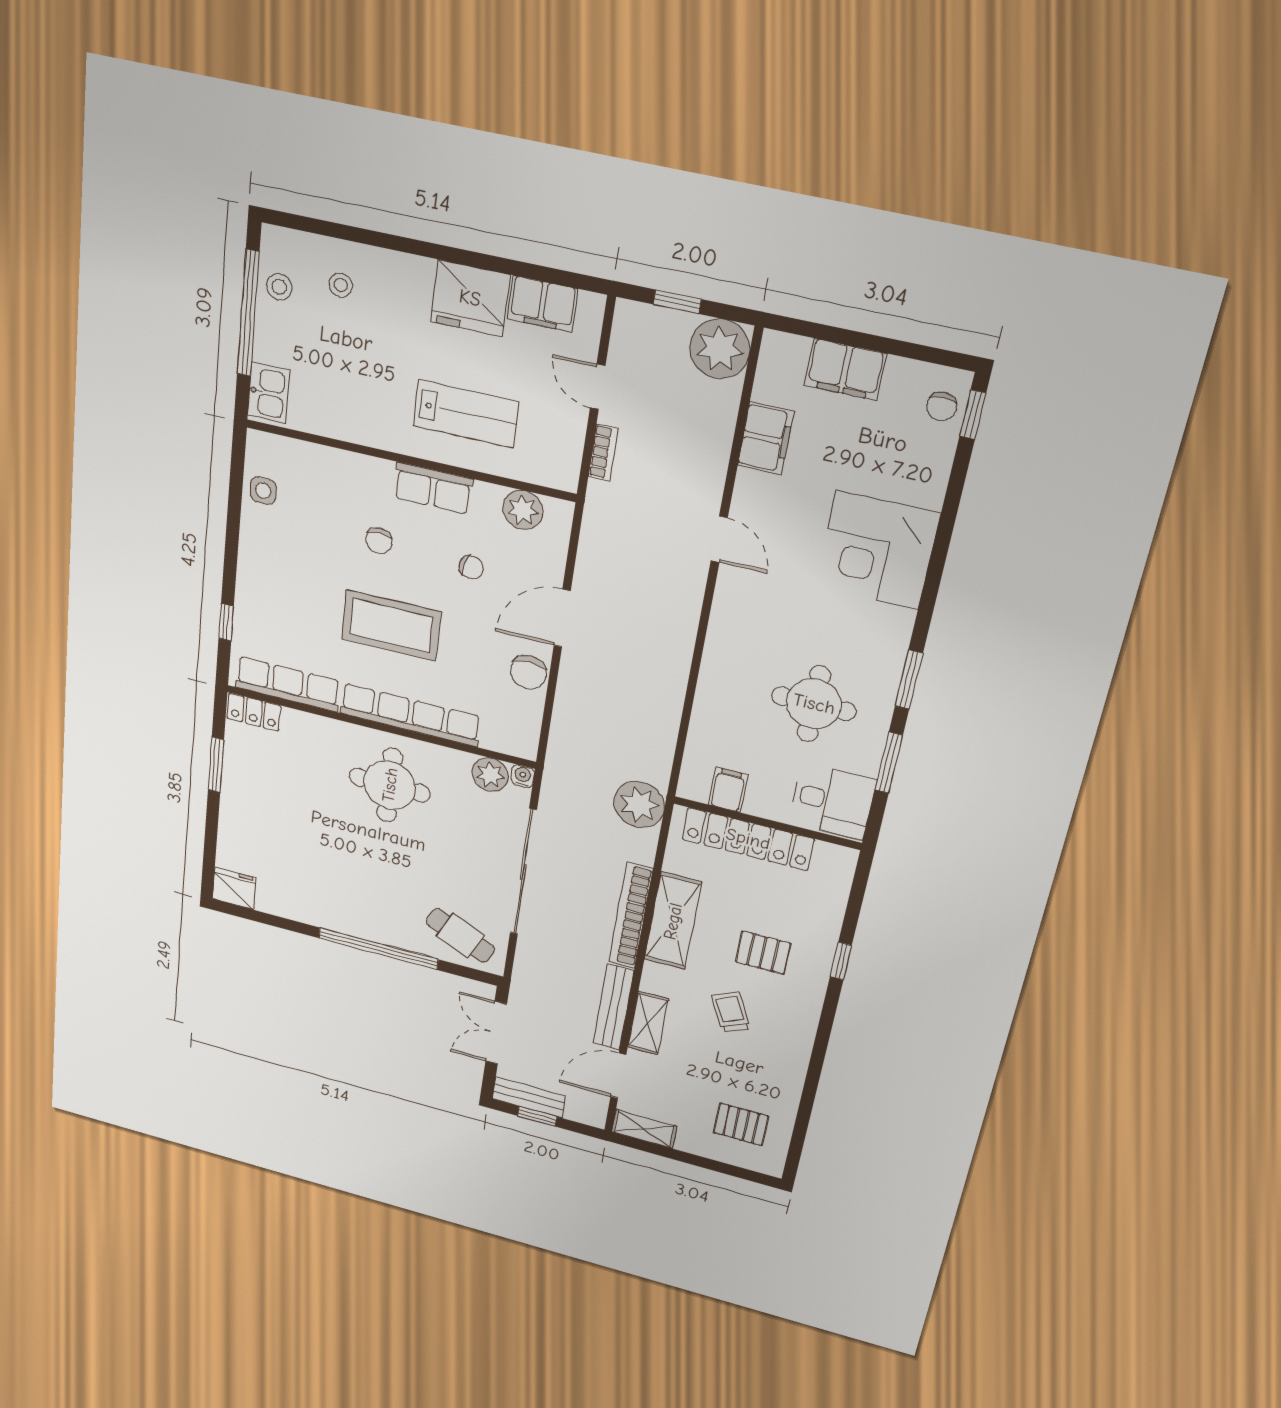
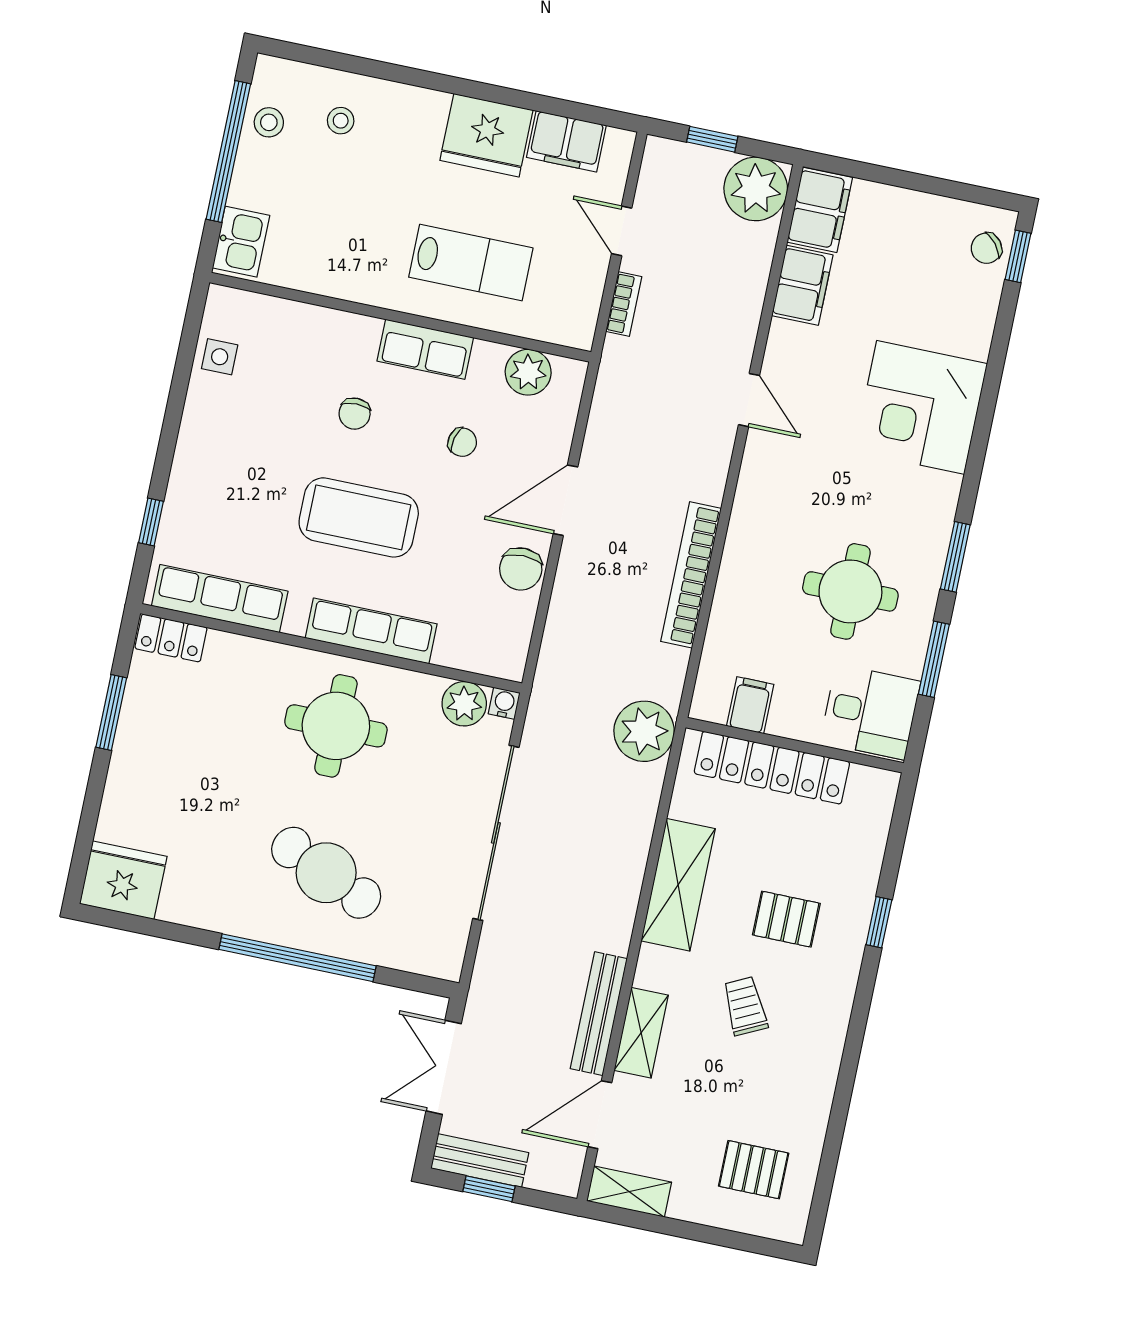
filing cabinet: (845, 369) -> (820, 210), moved, turned -90
chair: (942, 406) -> (986, 248), turned 51
row of seats: (410, 715) -> (371, 631), width x0.73
fridge: (234, 888) -> (123, 880), width x1.36, depth x1.34
bookcase: (631, 916) -> (691, 575), moved
cafe table: (460, 936) -> (326, 873), moved, width x1.37, depth x1.35

